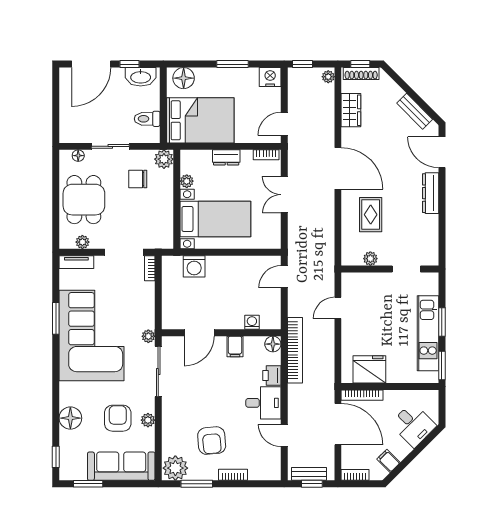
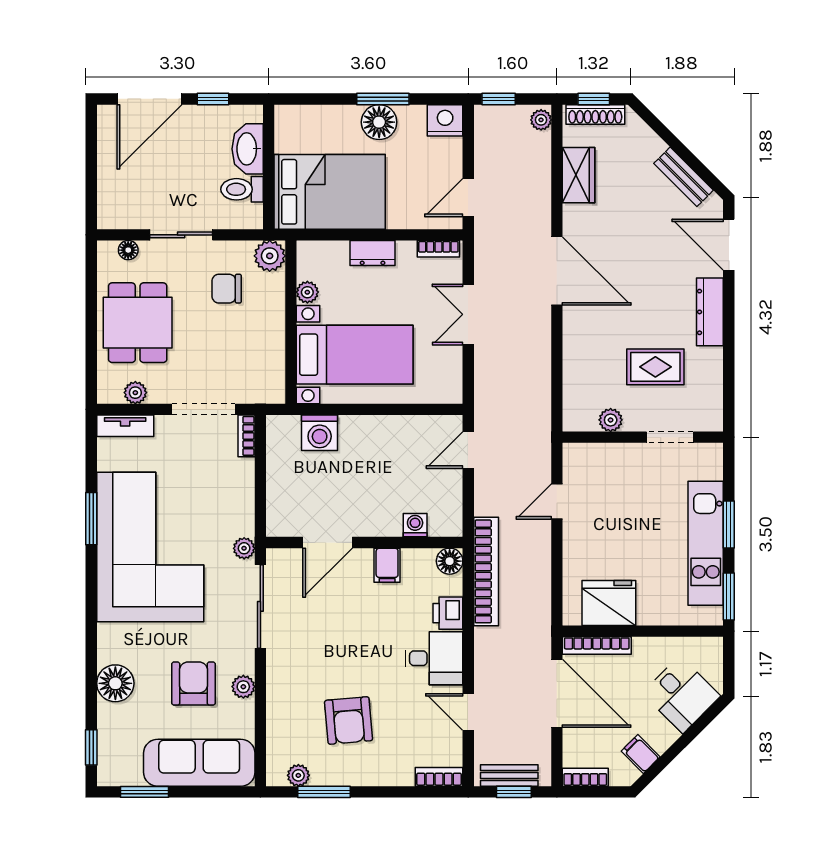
washbasin: (141, 77) -> (248, 149), moved, turned 90
floor lamp: (184, 78) -> (379, 122), moved
rug: (371, 215) -> (655, 367), moved, turned 90
plant: (175, 468) -> (298, 775), width x0.53, depth x0.53
bookcase: (233, 475) -> (439, 777), moved

